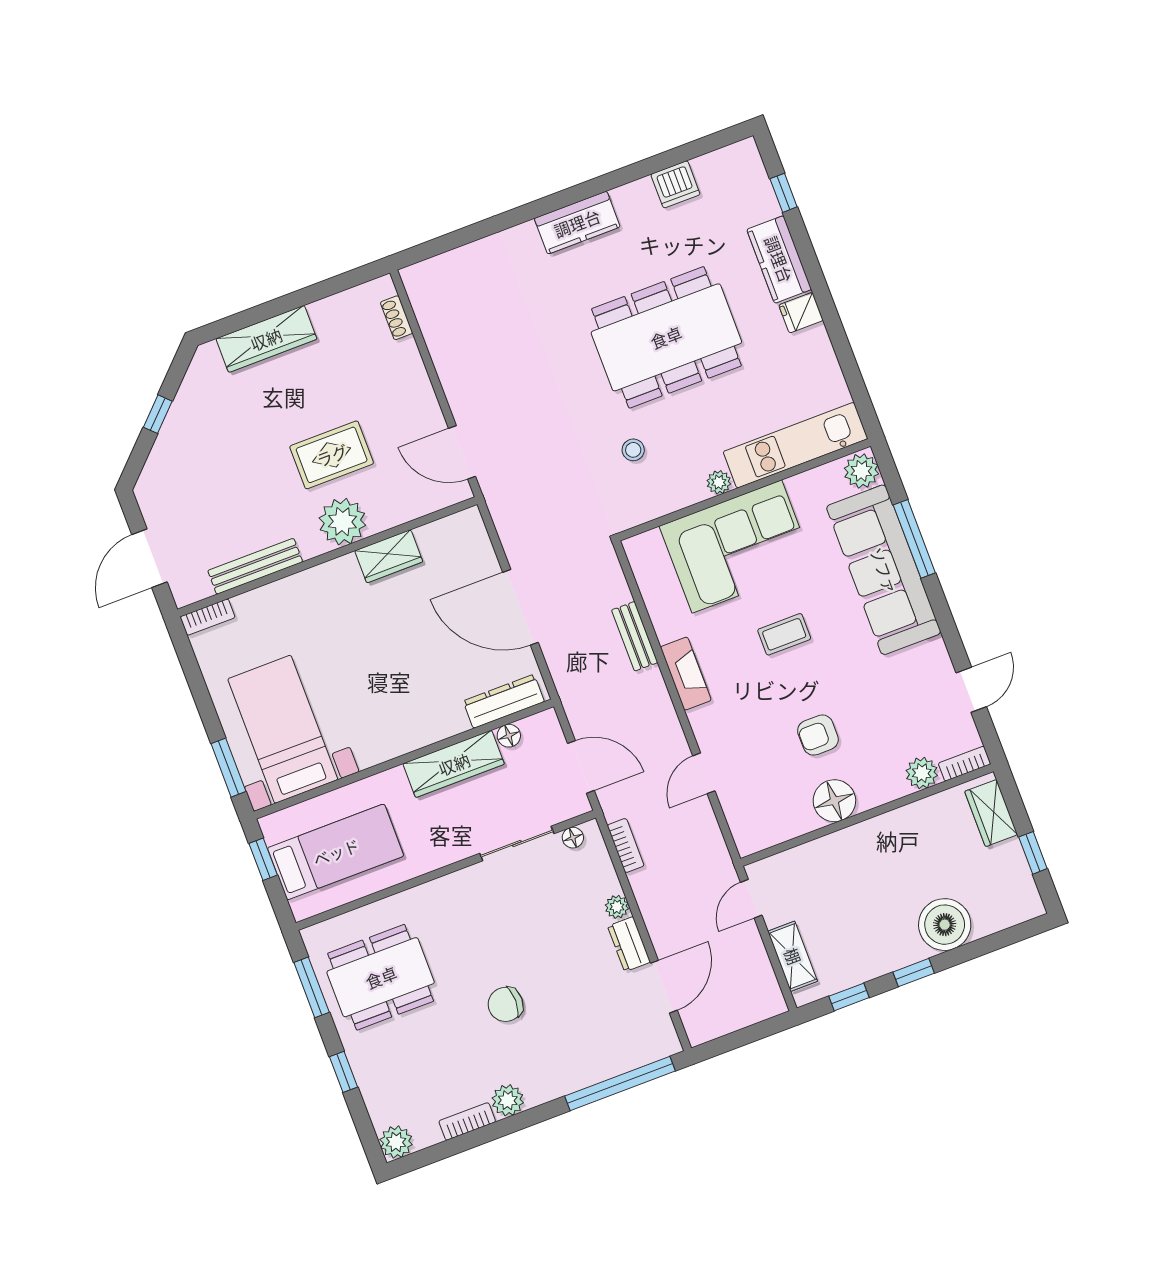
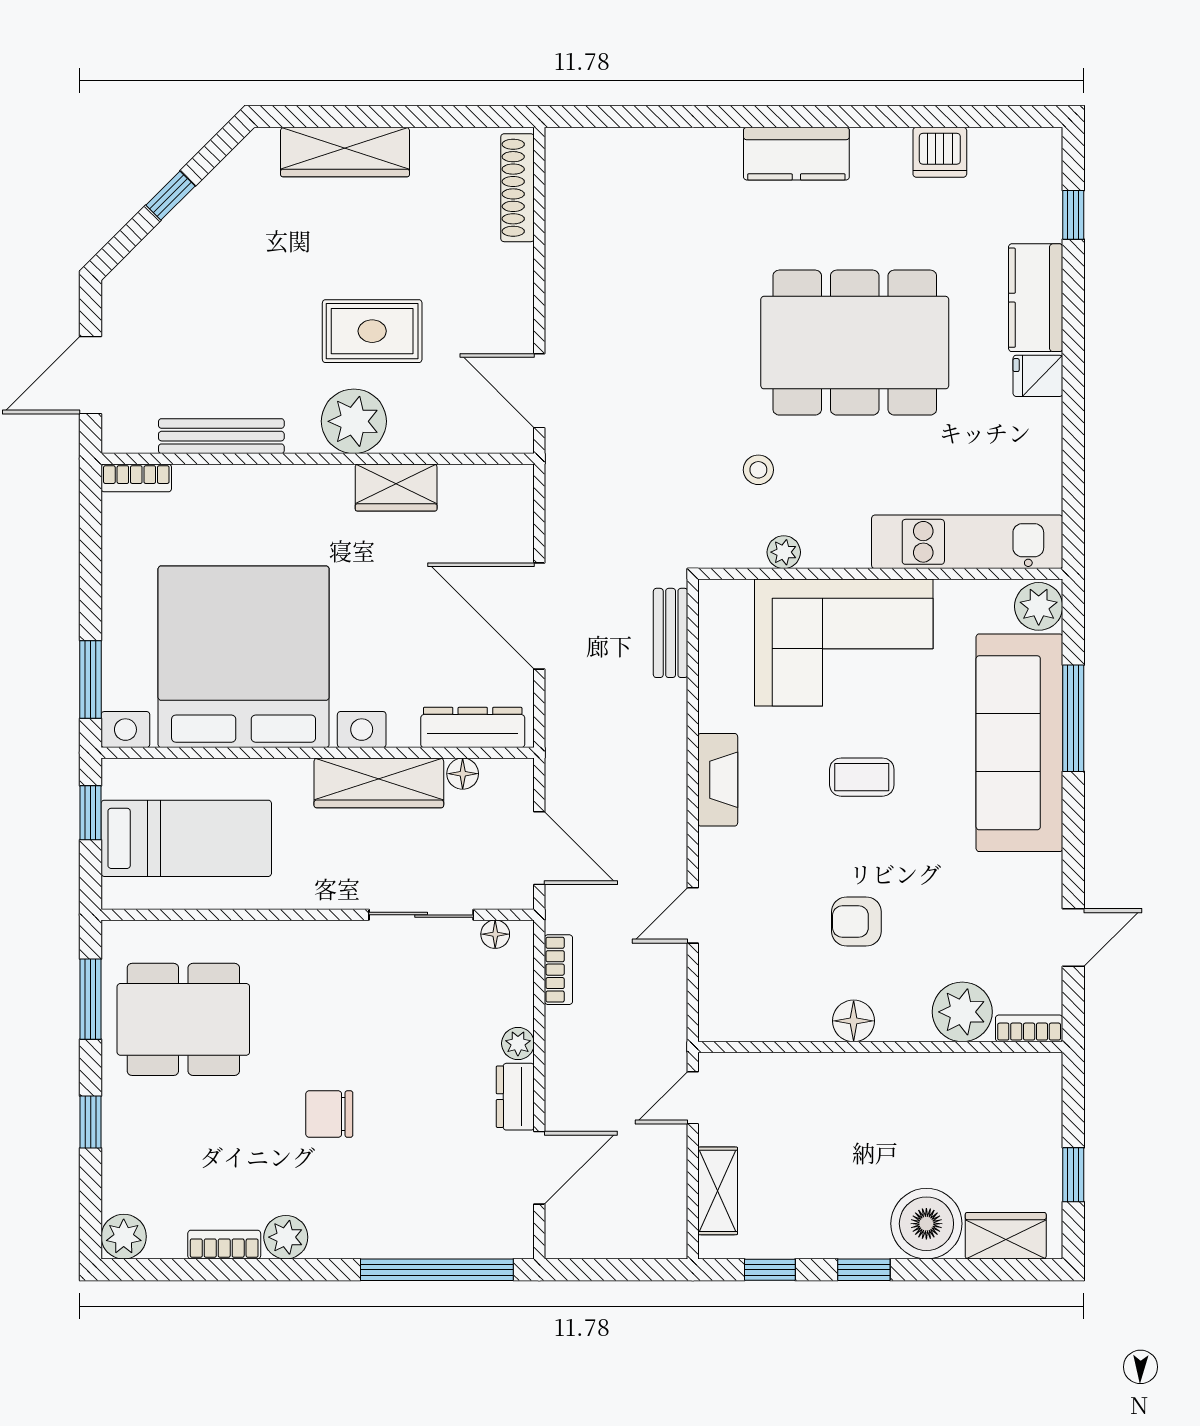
shoe rack: (396, 318) -> (518, 188), width x1.94, depth x1.24
plant: (719, 482) -> (784, 552), moved
bench: (635, 636) -> (671, 633), moved
bed with nightstands: (283, 729) -> (244, 657), width x1.85
plant: (922, 773) -> (962, 1012), width x1.36, depth x1.36
floor lamp: (834, 801) -> (854, 1021), width x0.73, depth x0.73
wardrobe: (991, 813) -> (1006, 1236), moved, turned 90

